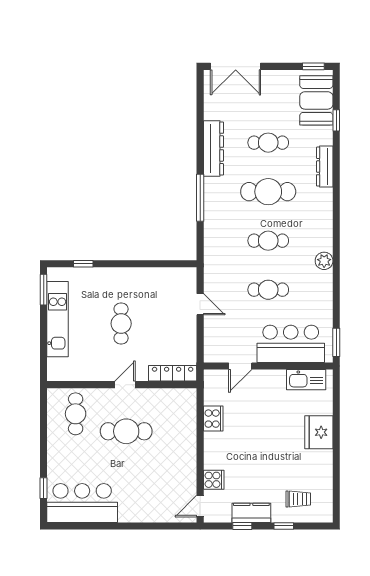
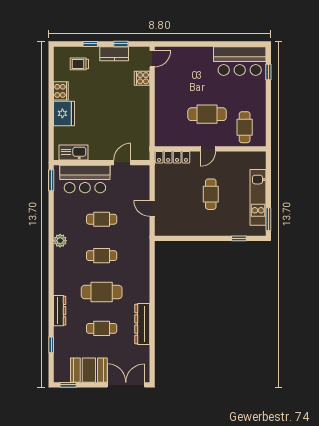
booth: (316, 100) -> (89, 370), moved, turned 90
window: (200, 198) -> (152, 287), removed
cooker: (213, 419) -> (61, 91), moved, turned 180

